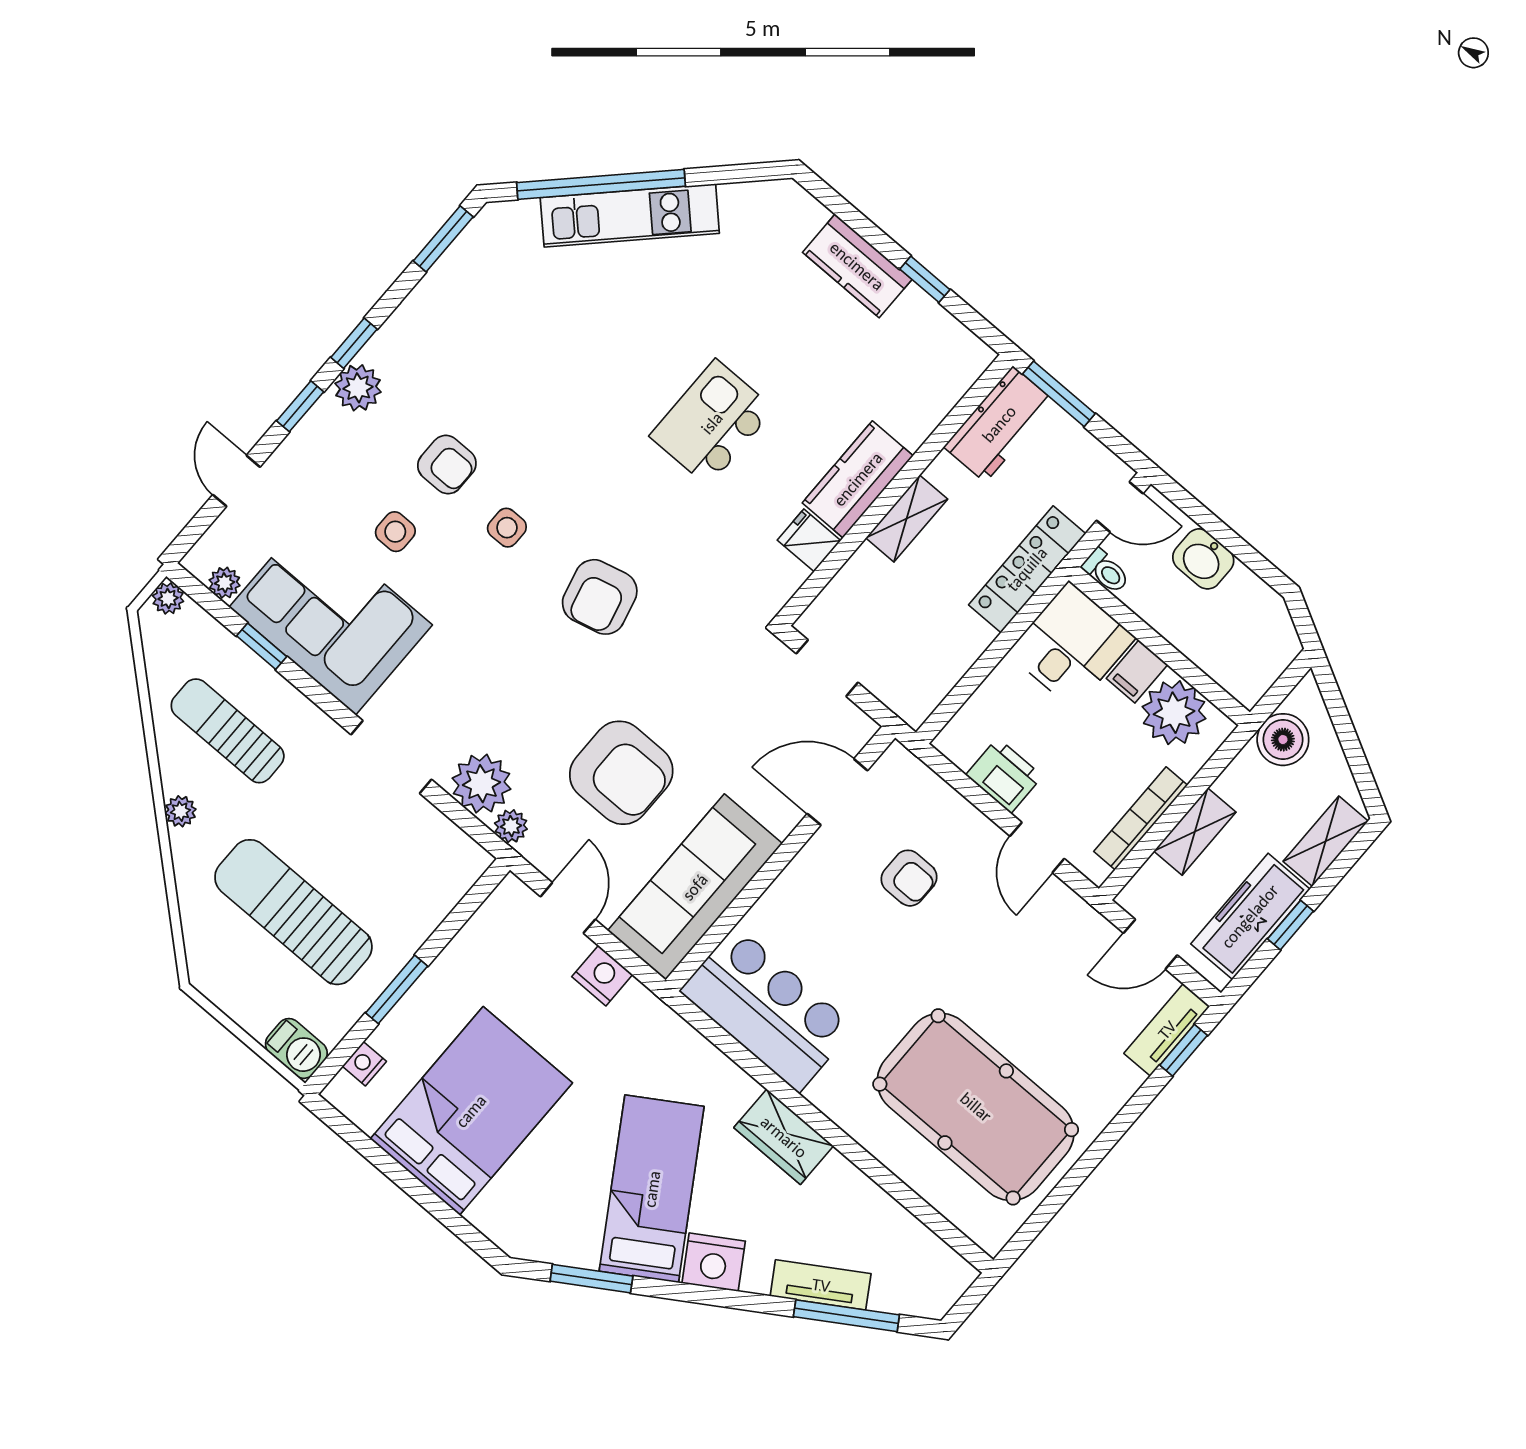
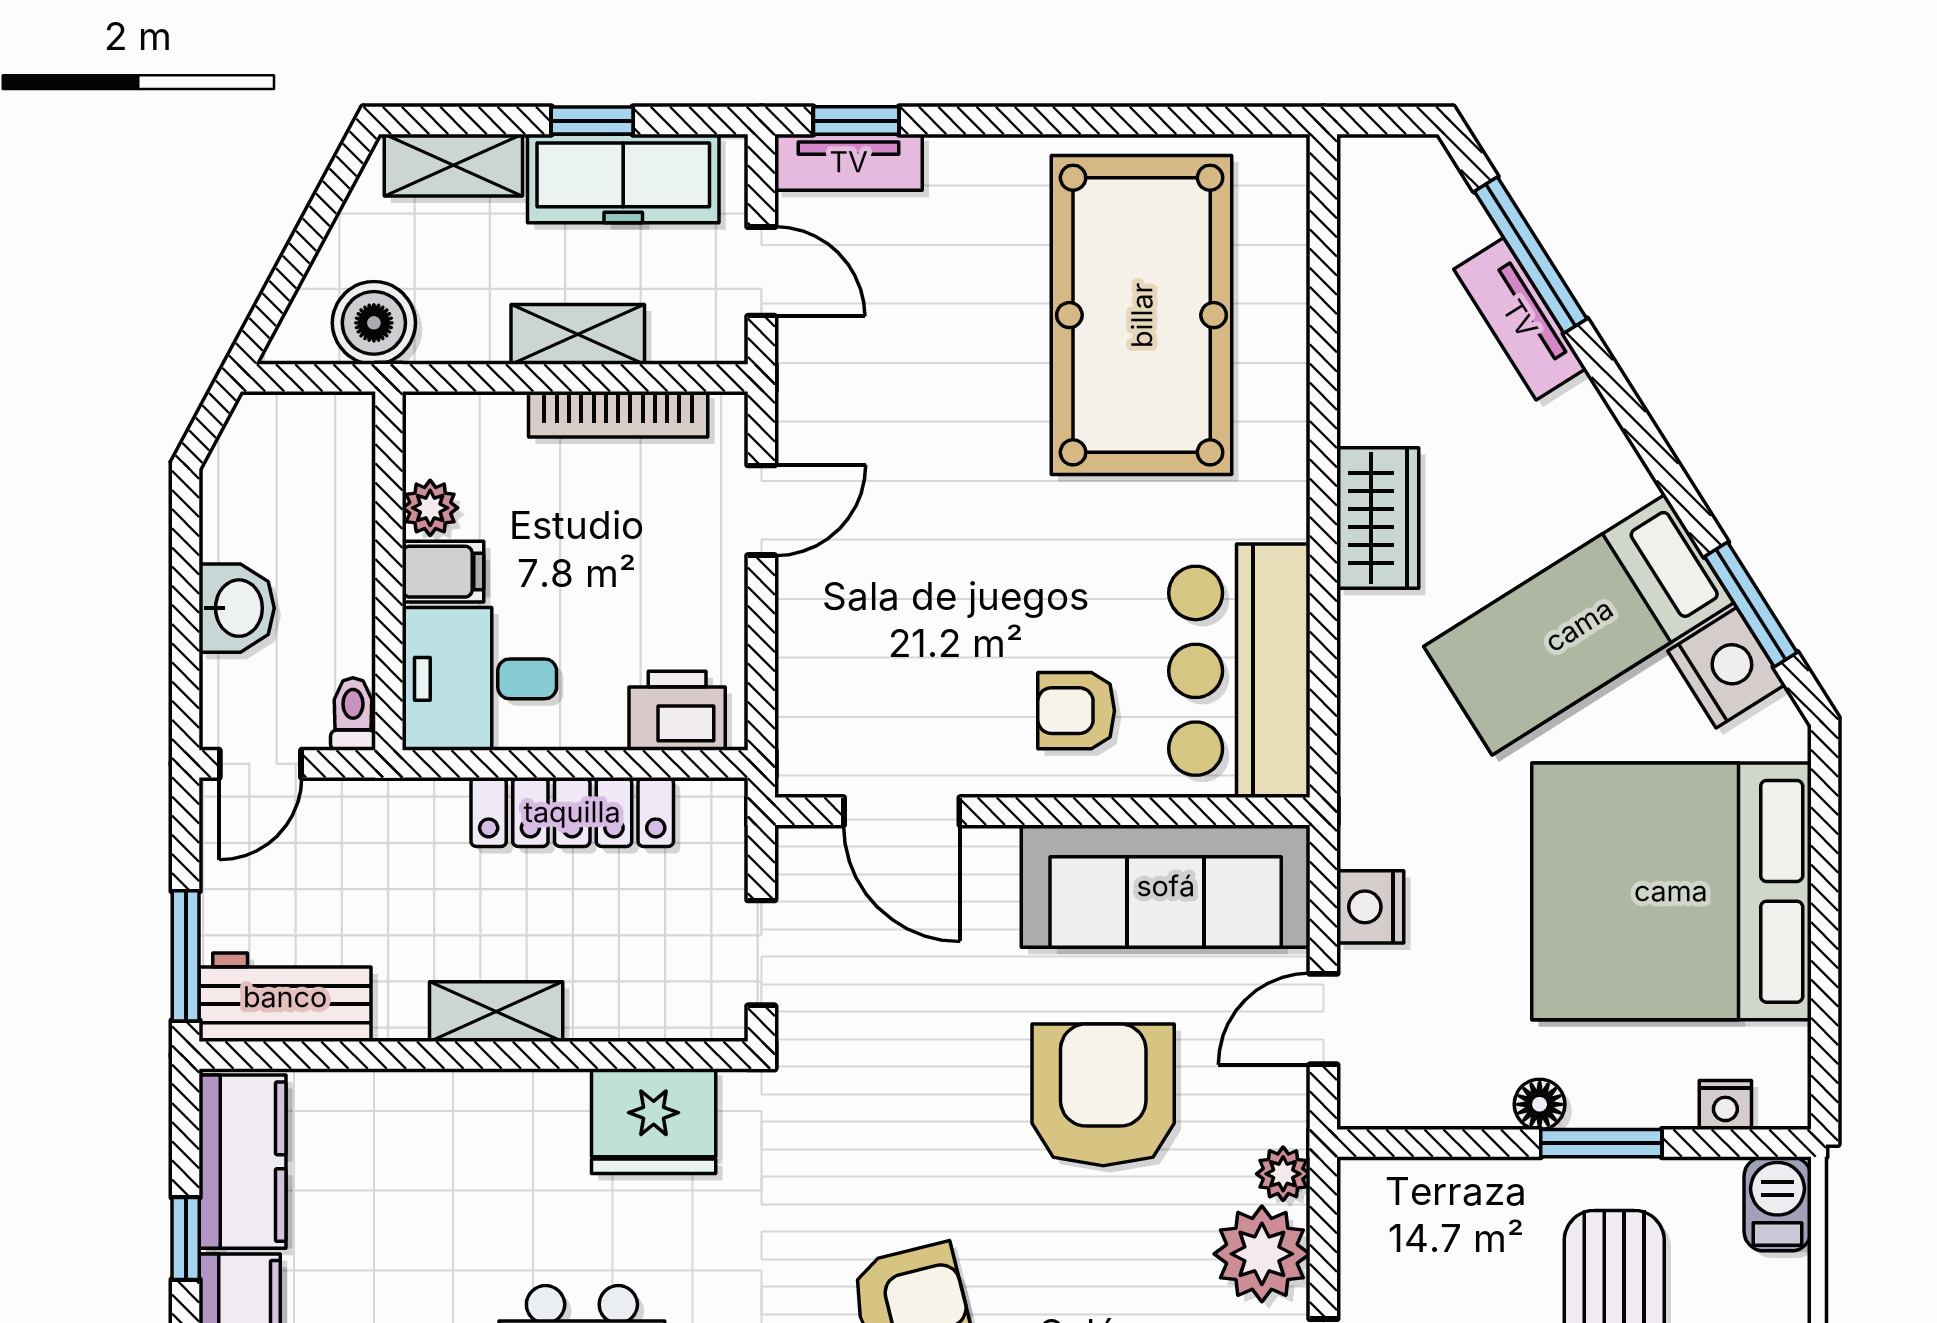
kitchen counter: (858, 479) -> (243, 1162), moved, turned -90
door: (1120, 507) -> (260, 764), swing flipped
fridge: (809, 540) -> (654, 1121), width x1.88, depth x1.34
locker: (1027, 569) -> (572, 812), moved
plant: (1174, 713) -> (430, 508), width x0.53, depth x0.53
printer: (1004, 776) -> (677, 711), moved, turned 90
armchair: (909, 878) -> (1076, 711), moved, turned -90
floor lamp: (440, 976) -> (1540, 1104), added
bed: (471, 1111) -> (1671, 891), width x1.36
nightstand: (714, 1262) -> (1726, 668), moved

